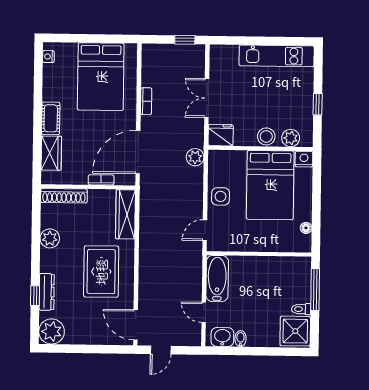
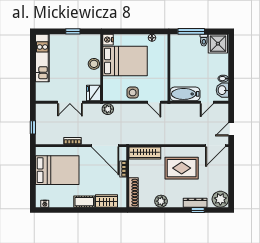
window: (185, 40) -> (33, 127), moved
plant: (291, 138) -> (95, 48), removed
door: (161, 350) -> (231, 129), swing flipped

